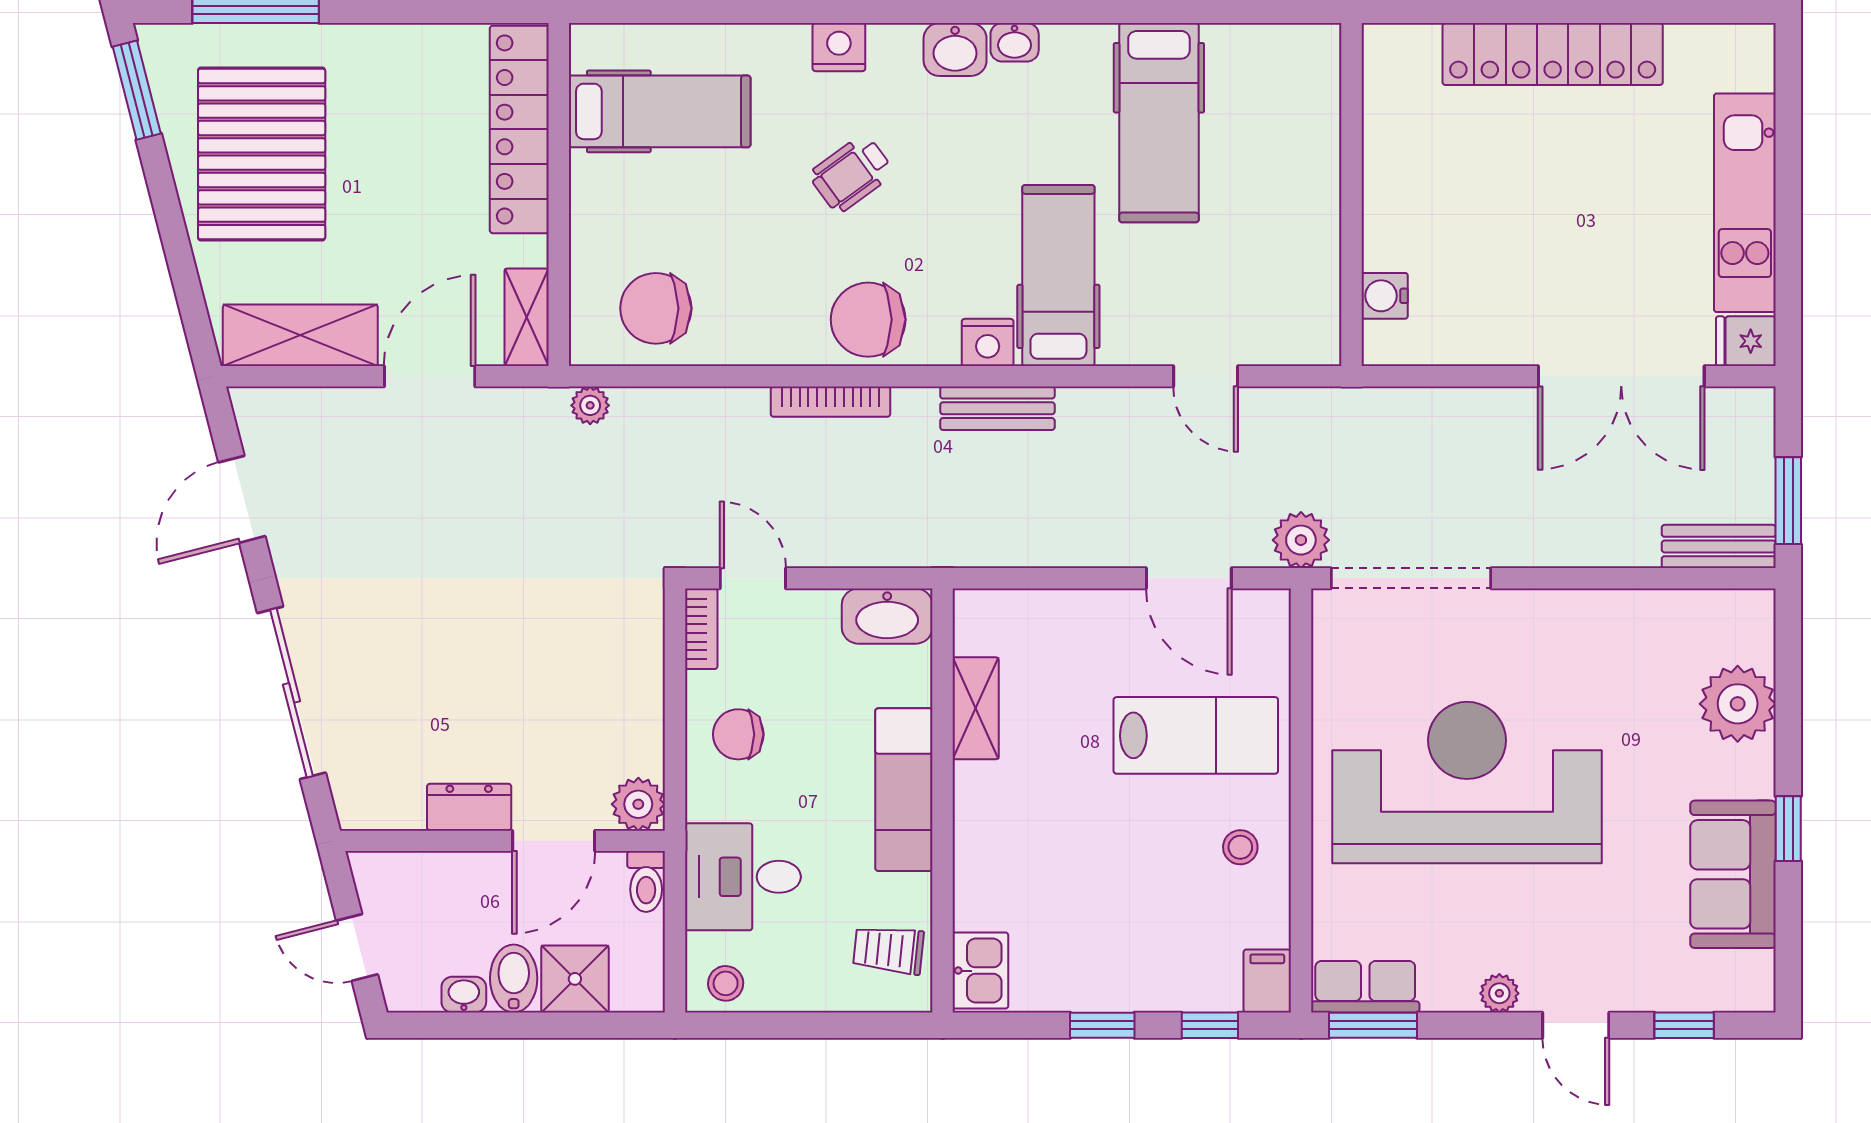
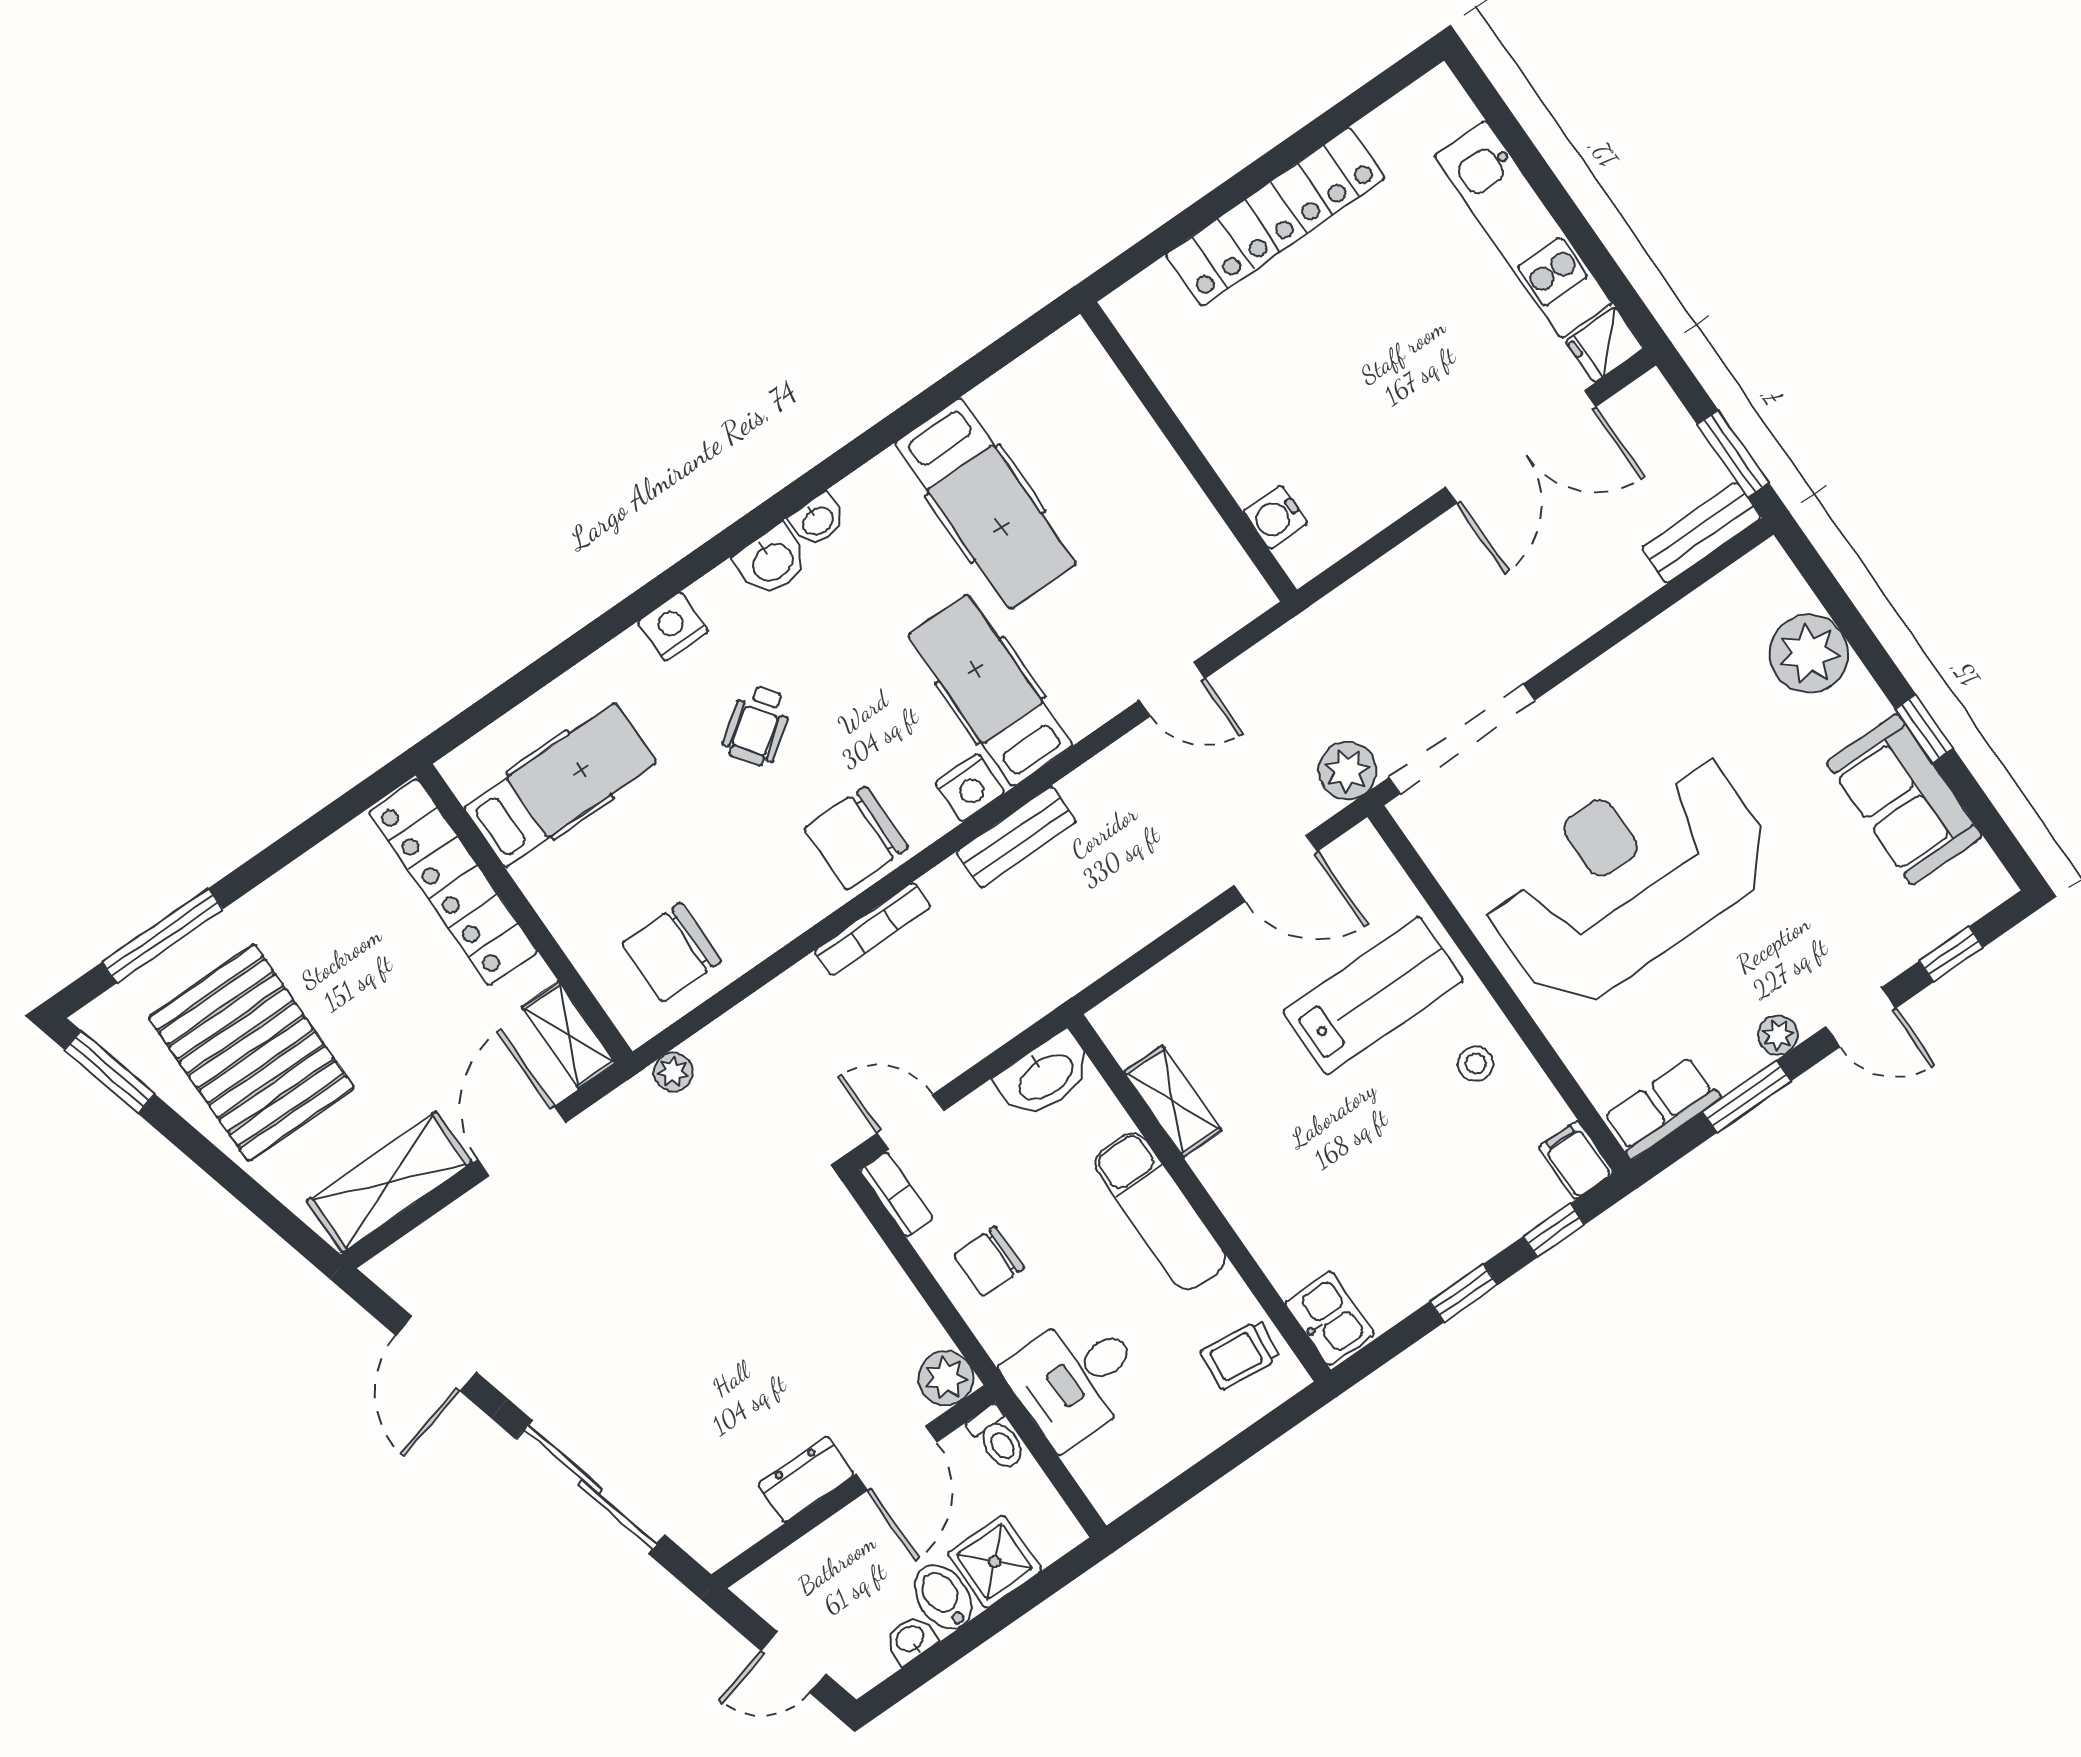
stool: (726, 983) -> (1123, 1478), removed
window: (1373, 1025) -> (1746, 1097), moved

